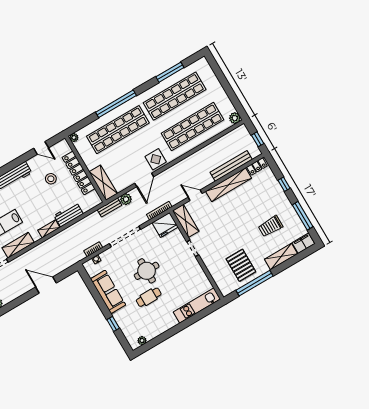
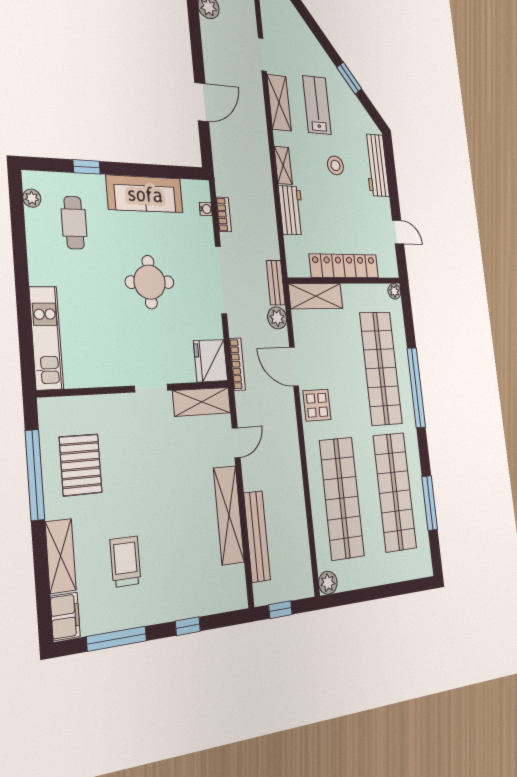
door: (41, 148) -> (398, 232), swing flipped
locker: (257, 166) -> (238, 586), removed
stool: (51, 179) -> (335, 165), moved
pallet: (241, 265) -> (81, 465), turned 90
cafe table: (149, 297) -> (74, 223), moved

